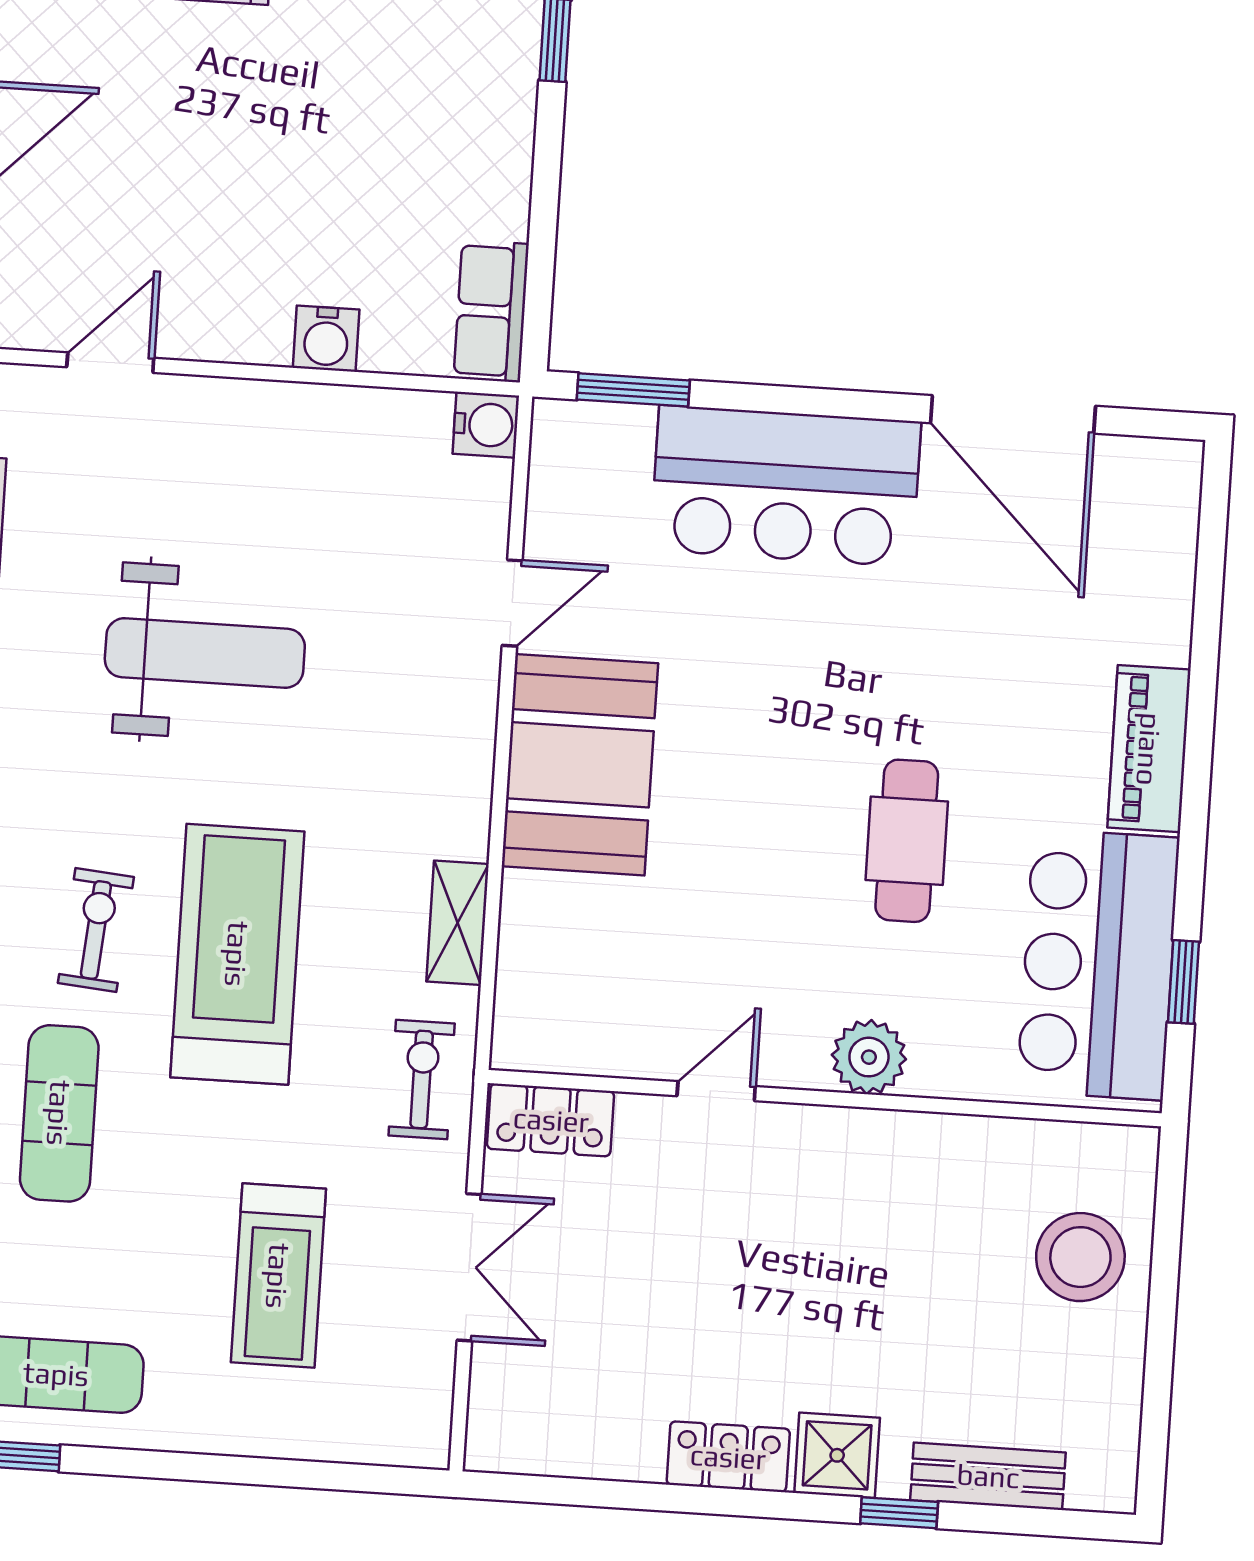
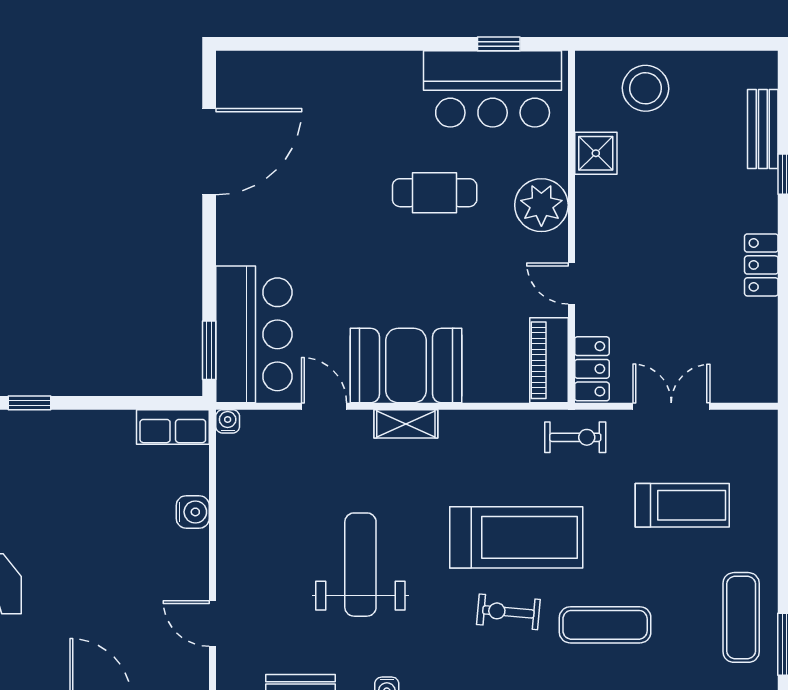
water cooler: (486, 425) -> (228, 421), width x0.72, depth x0.72
bar counter: (786, 486) -> (254, 334), moved
piano: (1149, 749) -> (549, 360), moved, turned 90
shelving: (458, 923) -> (406, 424), moved
treadmill: (237, 954) -> (516, 537), turned 180
plant: (869, 1057) -> (541, 205), width x1.36, depth x1.36
exercise bike: (422, 1079) -> (575, 437), turned 180
shower: (837, 1455) -> (596, 153), moved

